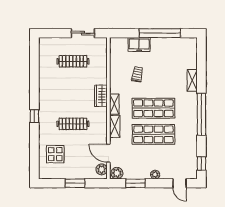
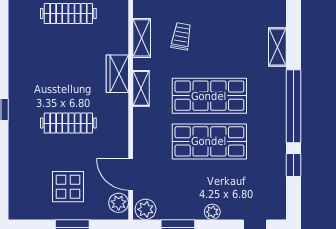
shelving: (115, 126) -> (142, 38), moved
display table: (55, 154) -> (68, 187), moved
window: (201, 164) -> (293, 165), moved

